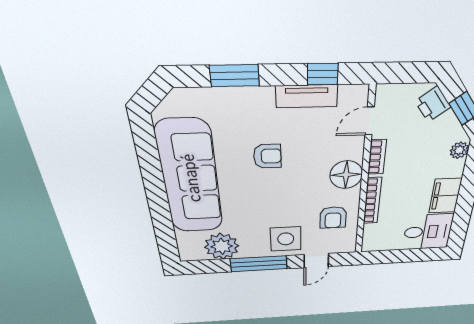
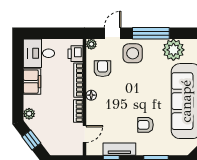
printer: (433, 104) -> (75, 54), moved, turned -143
armchair: (267, 156) -> (145, 125), moved
floor lamp: (346, 175) -> (91, 95), width x0.53, depth x0.53
plant: (349, 247) -> (91, 44), added

